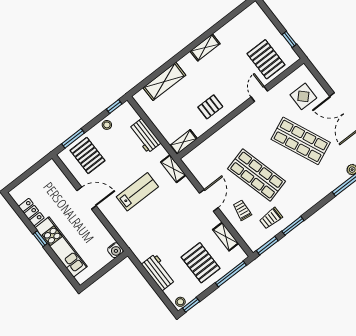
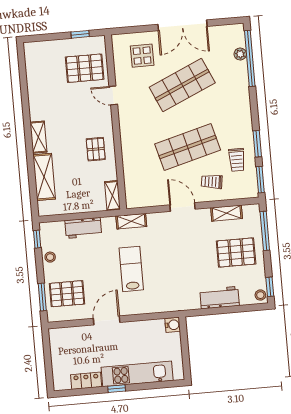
shelving: (205, 47) -> (38, 137), moved

